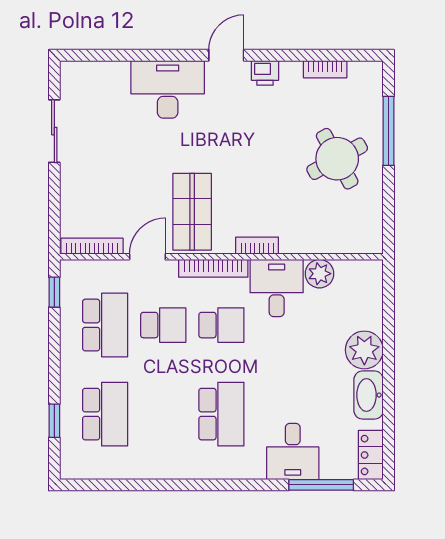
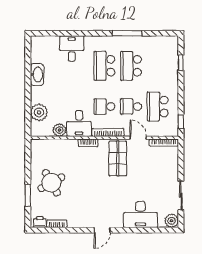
printer: (265, 73) -> (40, 222), moved
plant: (75, 76) -> (172, 221), added
desk: (168, 89) -> (141, 214), moved
window: (389, 131) -> (28, 195), width x0.69
door: (147, 257) -> (138, 138), swing flipped
plant: (364, 350) -> (39, 112), moved
school desk: (105, 414) -> (131, 66), moved
locker: (371, 455) -> (36, 47), removed
window: (321, 485) -> (127, 33), moved

